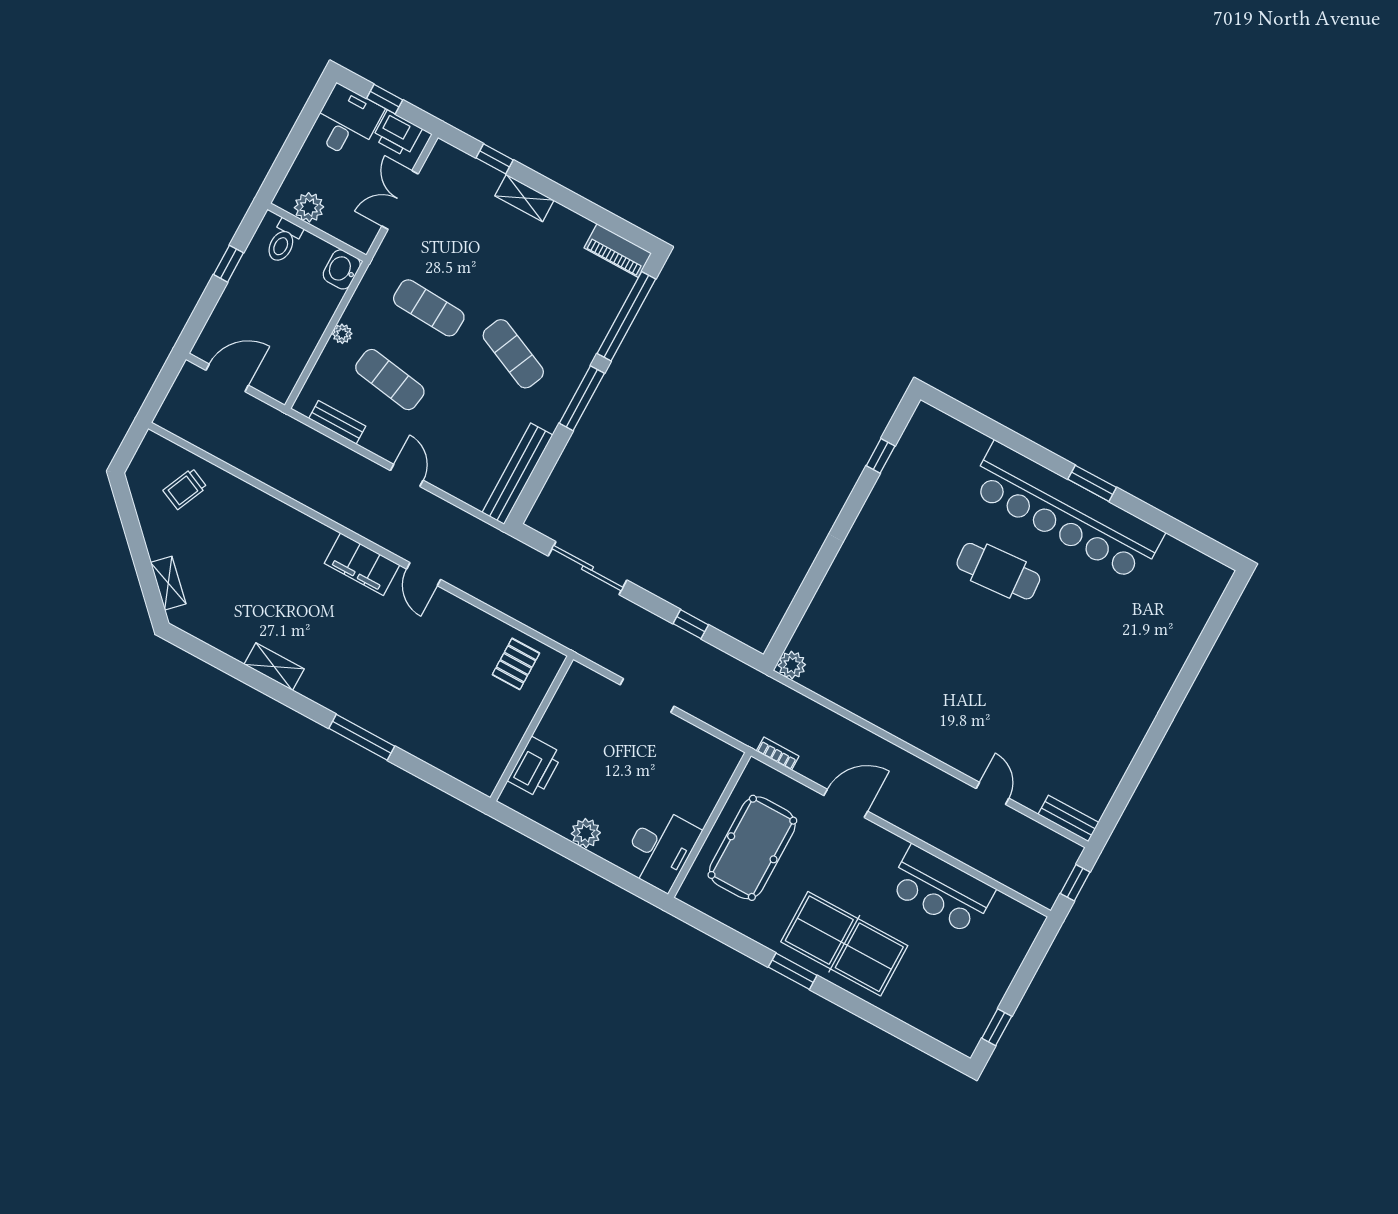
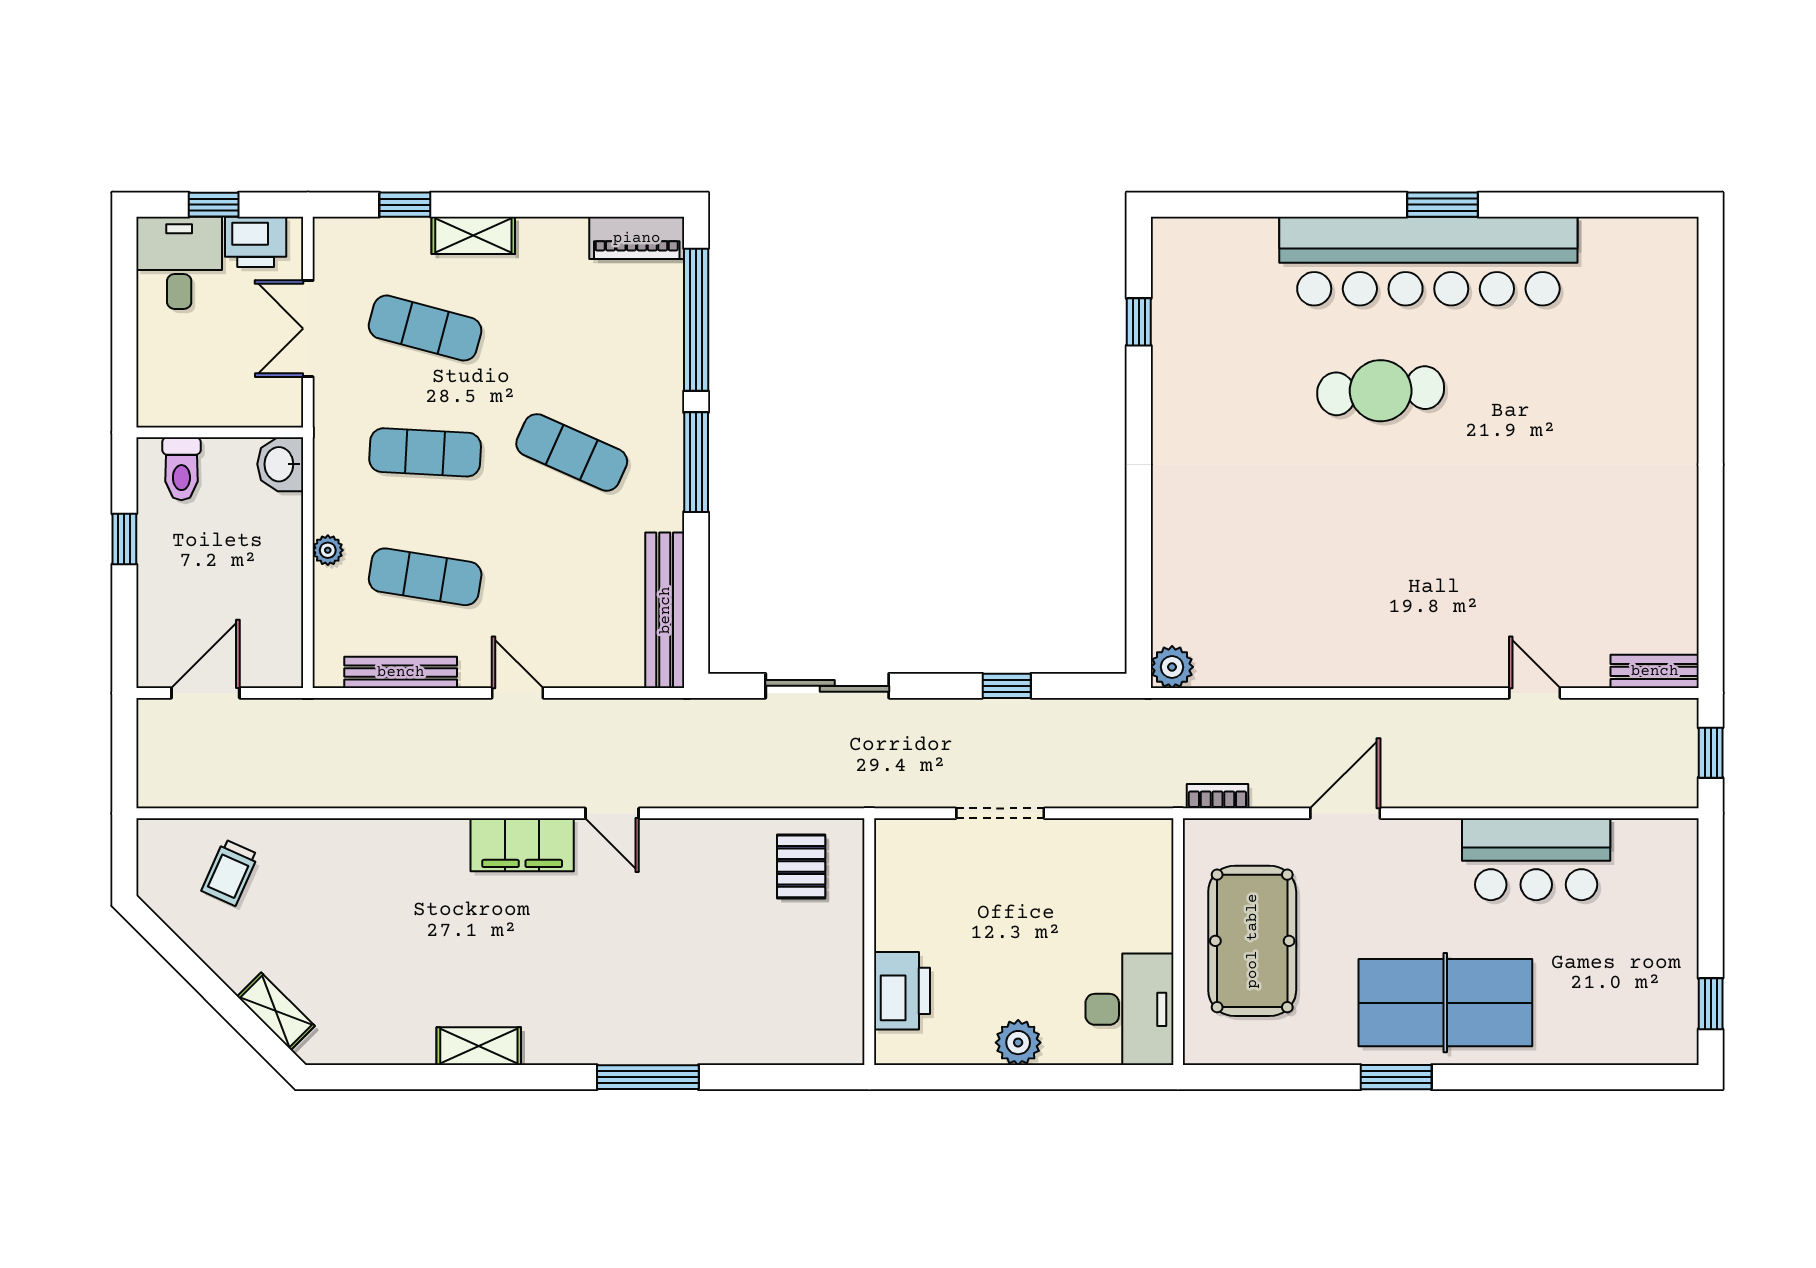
plant: (309, 207) -> (191, 405), removed
exercise mat: (468, 236) -> (425, 328), added
bench: (337, 422) -> (401, 672), width x1.36

